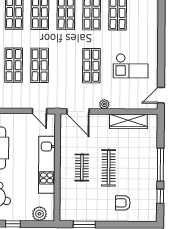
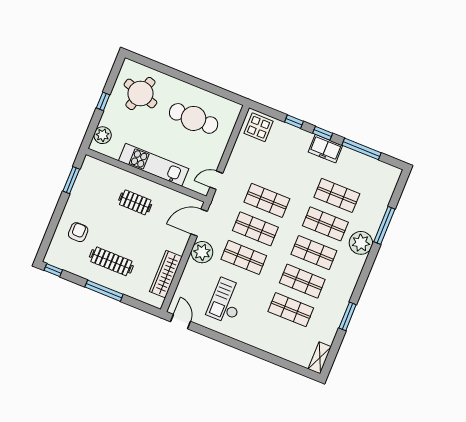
shop shelf: (14, 65) -> (255, 229), moved
plant: (104, 104) -> (202, 252), width x1.88, depth x1.88
clothes rail: (109, 168) -> (111, 261), moved
window: (160, 196) -> (53, 270), moved

